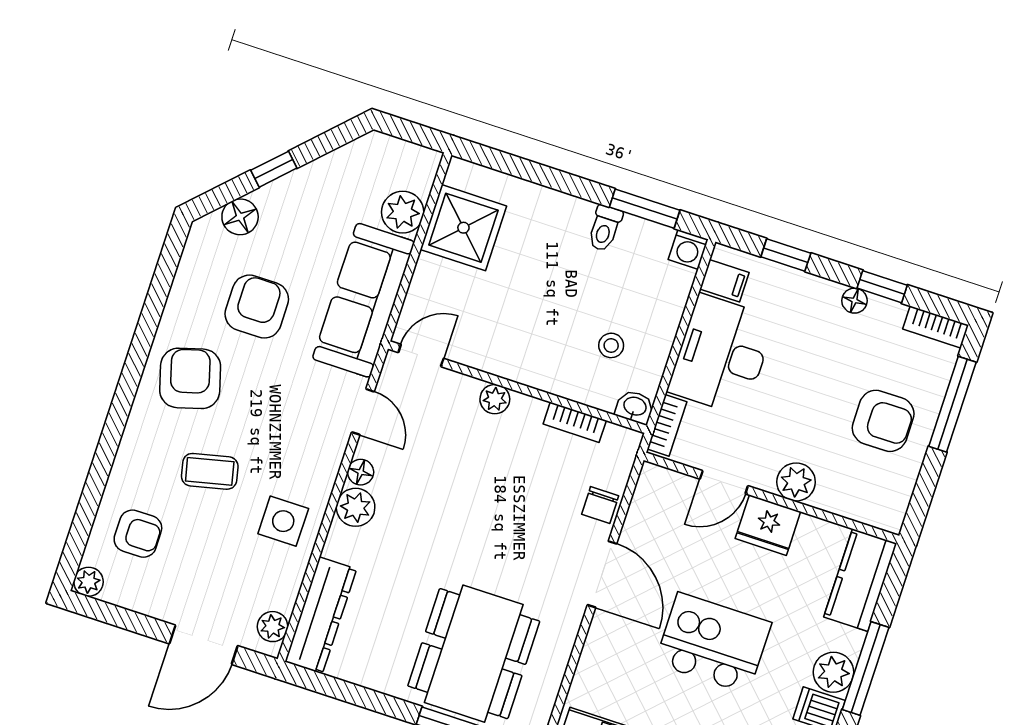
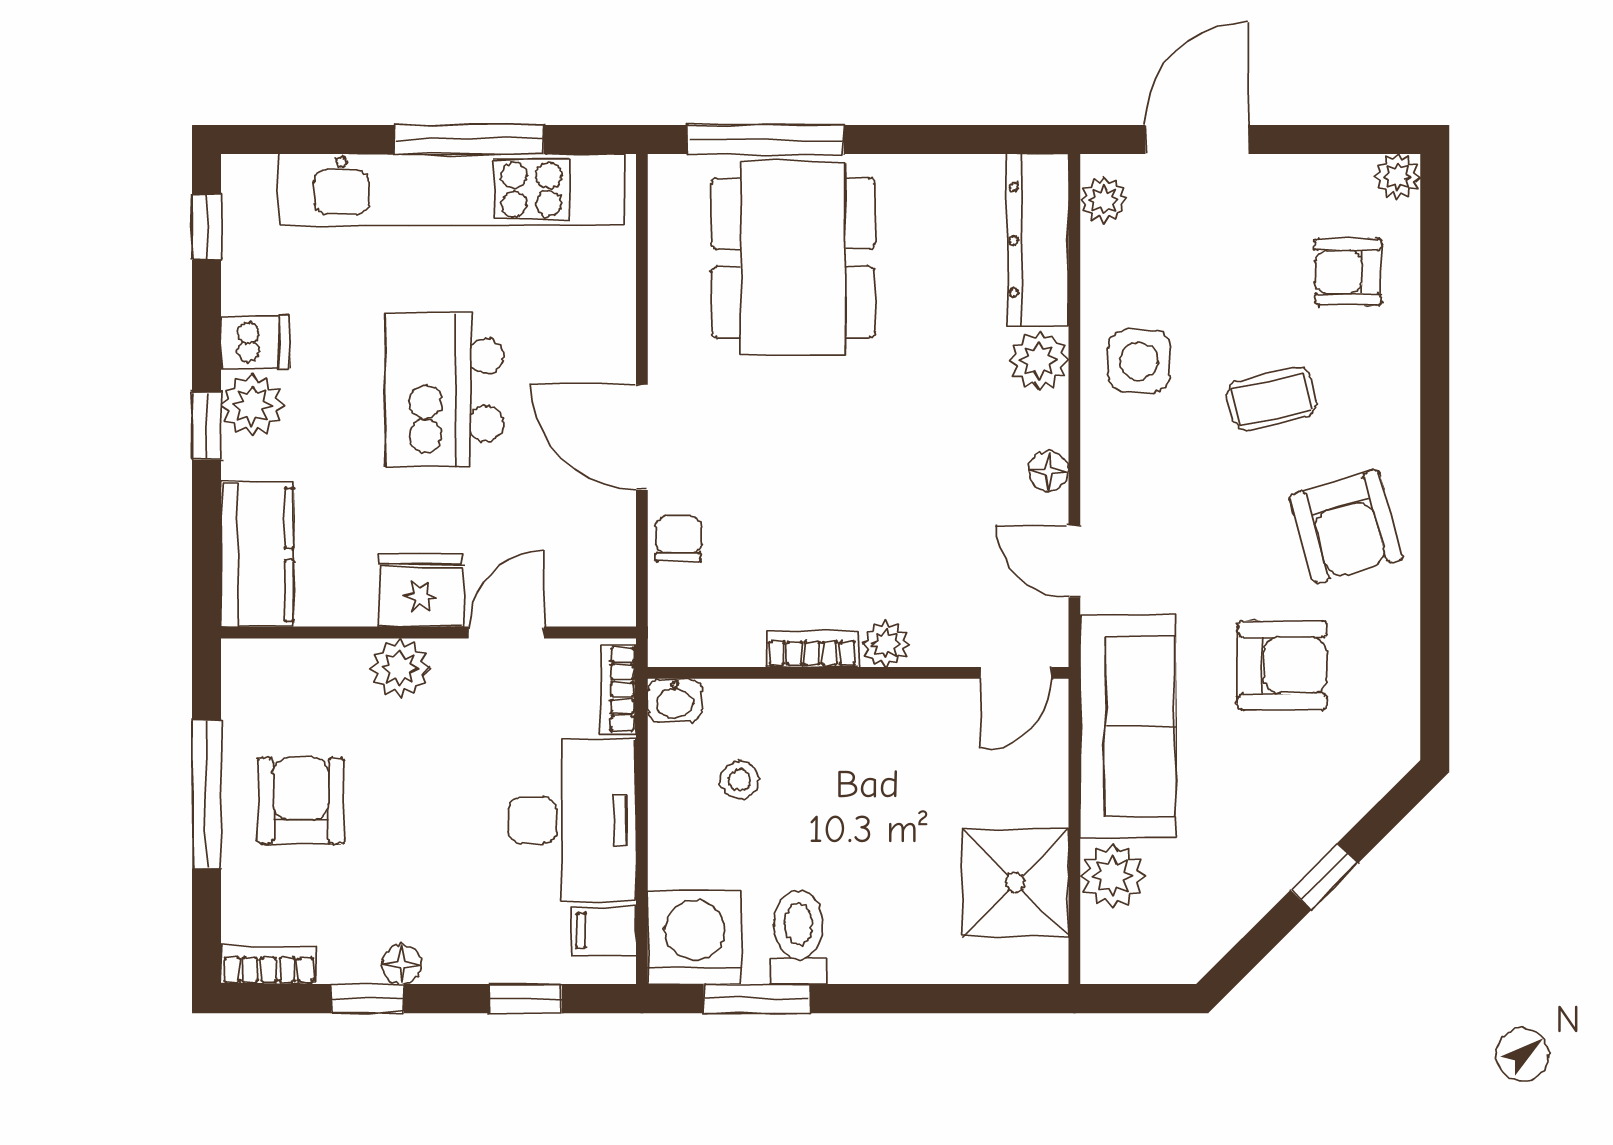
floor lamp: (240, 217) -> (1351, 790), removed
toilet: (605, 228) -> (798, 937), width x1.37, depth x1.39
washing machine: (688, 249) -> (694, 937), width x1.89, depth x1.89
armchair: (257, 307) -> (1283, 665), turned -90
window: (952, 404) -> (207, 794), moved
armchair: (883, 421) -> (301, 801), turned 90
bookcase: (575, 422) -> (812, 649), moved
plant: (356, 507) -> (1039, 360), moved
kitchen island: (713, 643) -> (444, 390), turned 90
window: (866, 668) -> (207, 426), width x0.46

